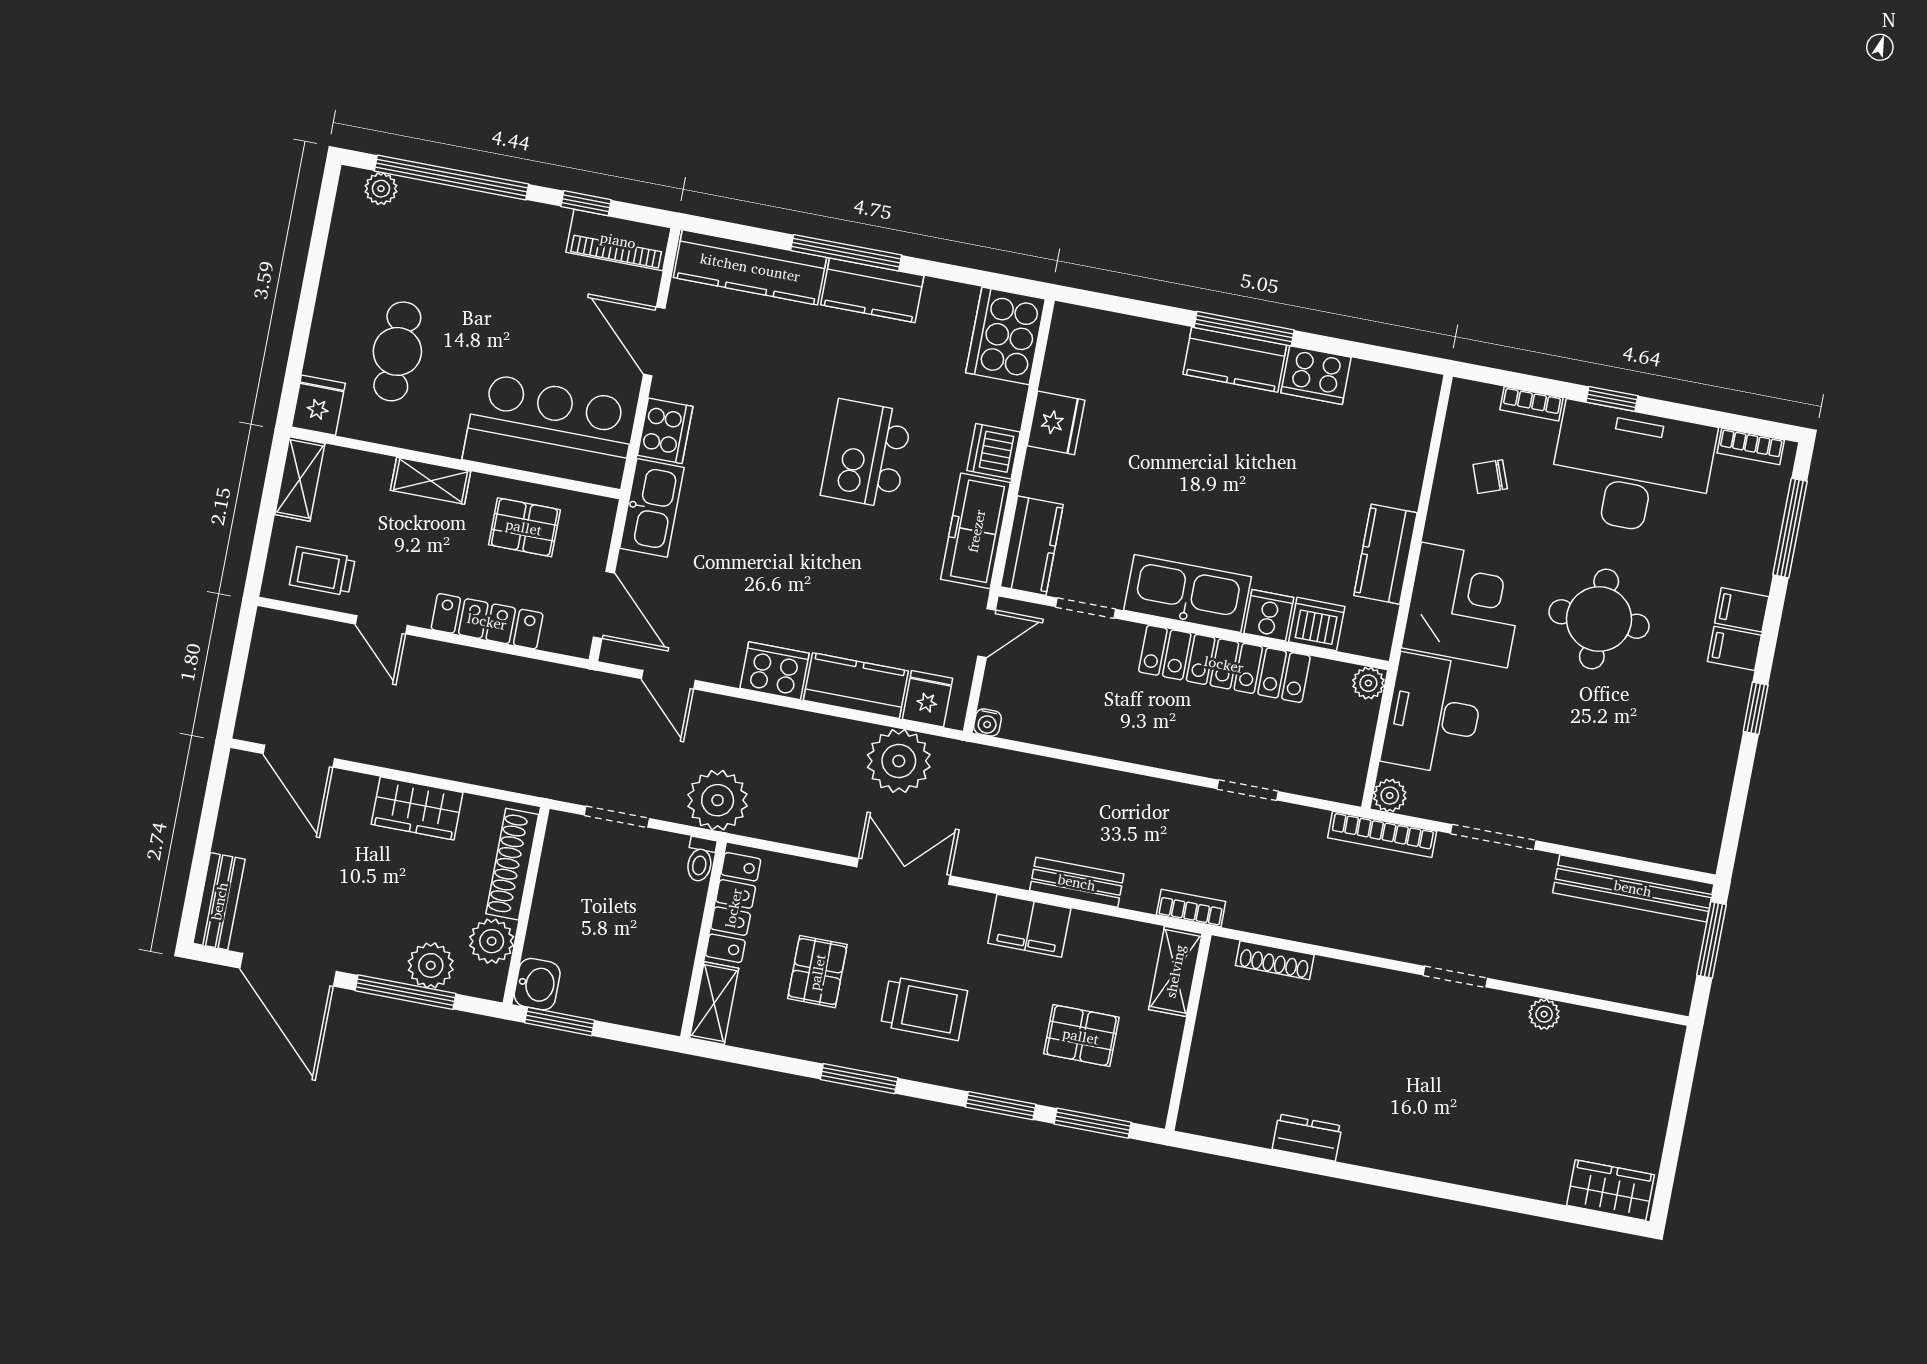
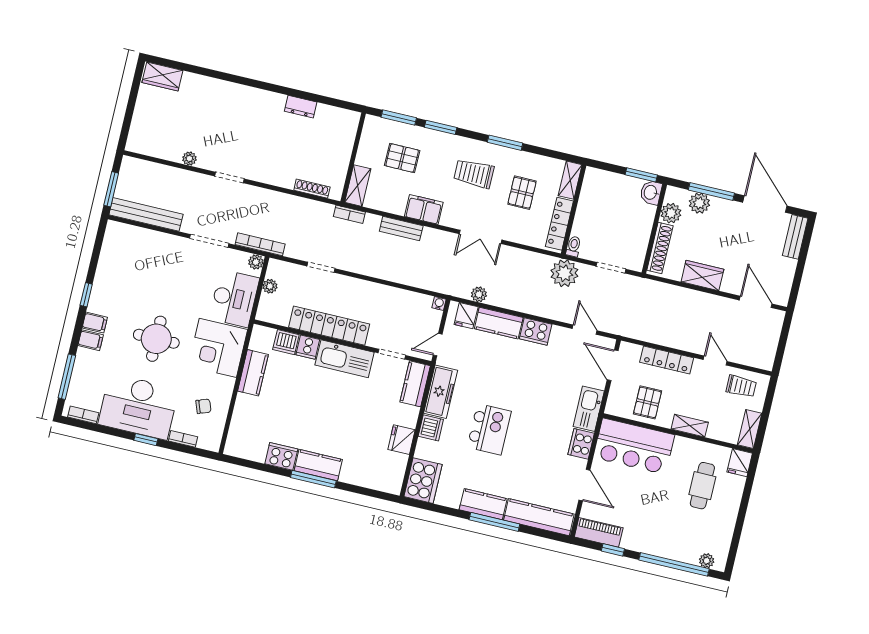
pallet: (524, 527) -> (648, 402), turned 90
plant: (1368, 683) -> (270, 286), moved
plant: (899, 761) -> (479, 294), width x0.53, depth x0.53

